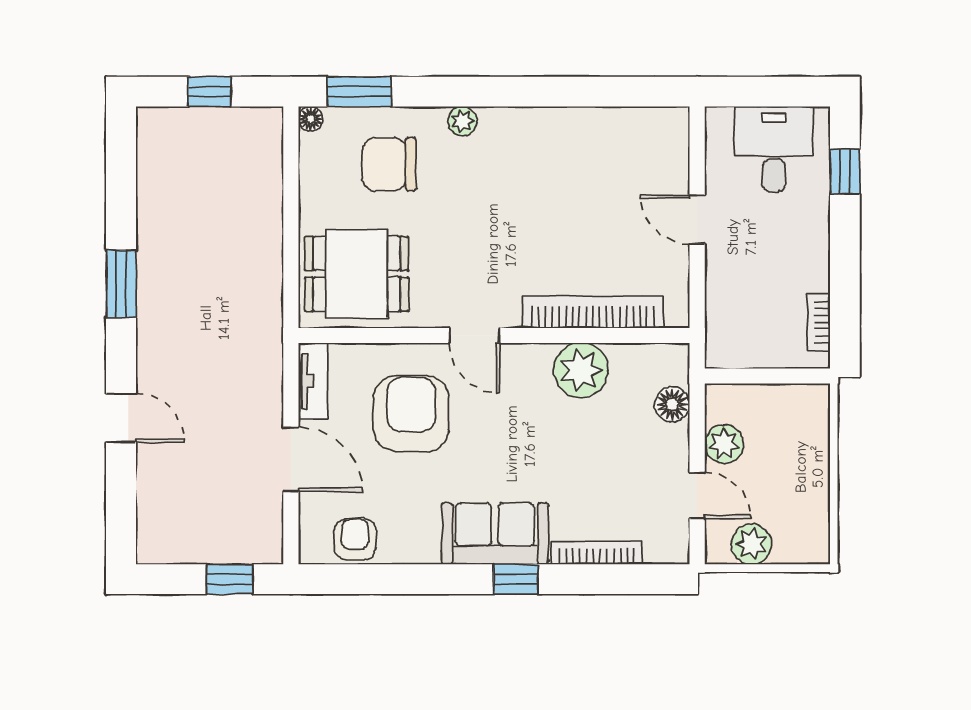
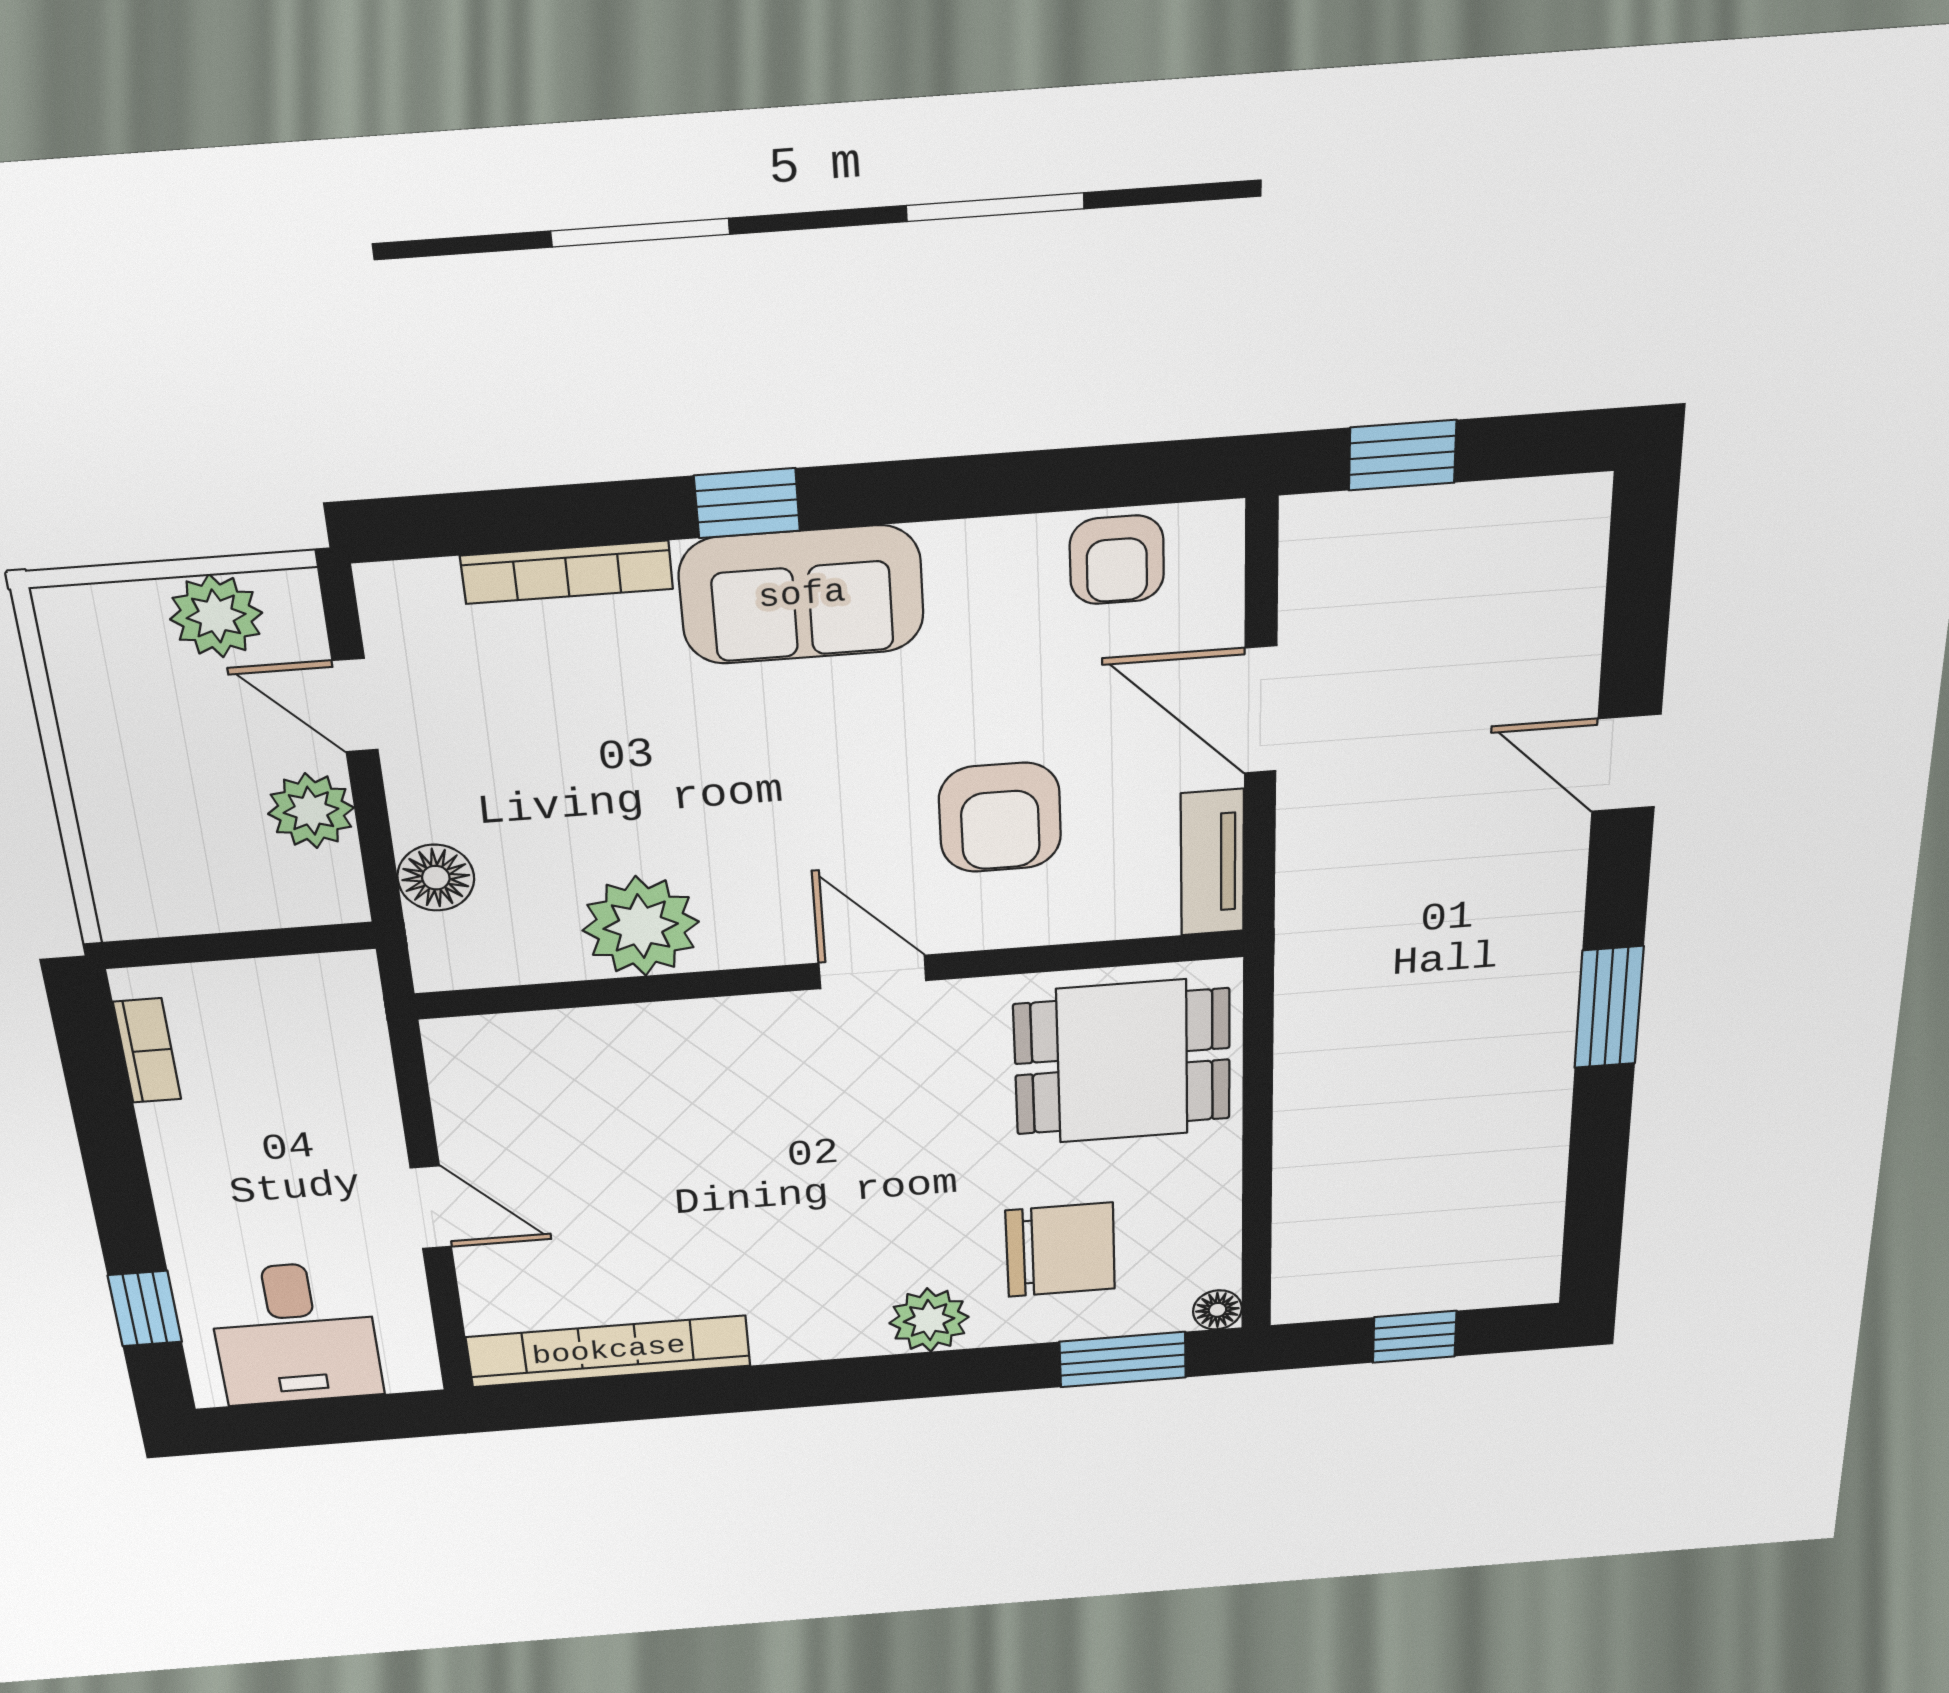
plant: (462, 121) -> (929, 1320), width x1.38, depth x1.38
bookcase: (593, 312) -> (609, 1351), moved, turned 180
armchair: (411, 414) -> (1000, 817), width x0.73, depth x0.73

